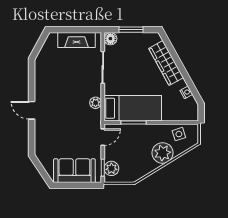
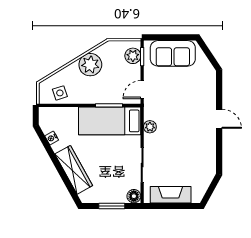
plant: (163, 153) -> (90, 65), moved

